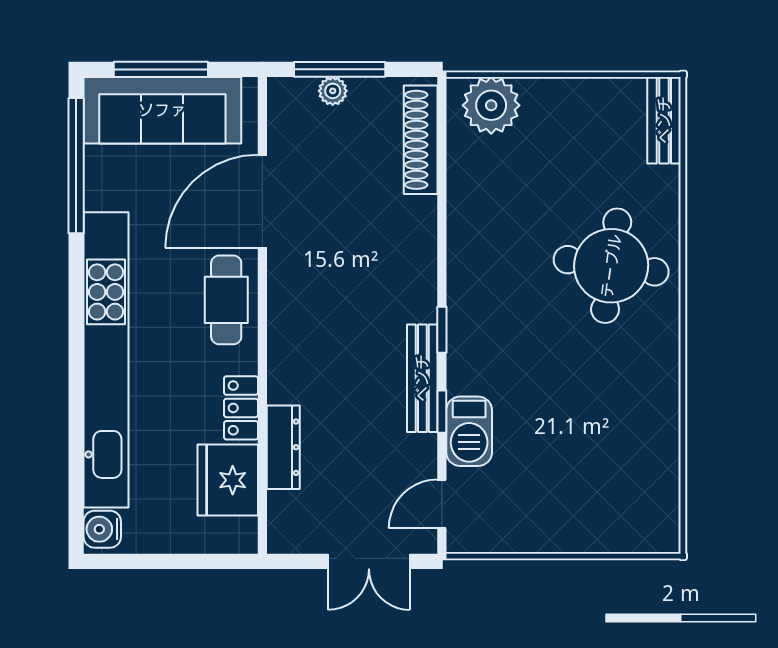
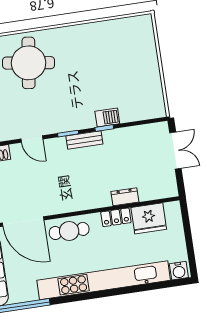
bench: (422, 378) -> (84, 140), width x0.73
barbecue: (469, 431) -> (107, 118), width x0.73, depth x0.79
dresser: (283, 447) -> (125, 197), width x0.70
door: (442, 504) -> (32, 139), moved

